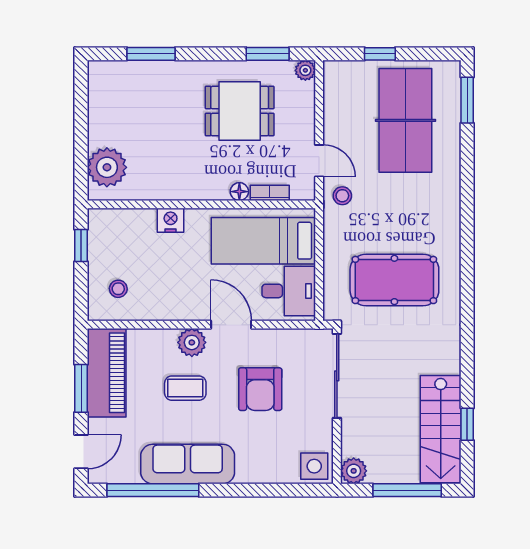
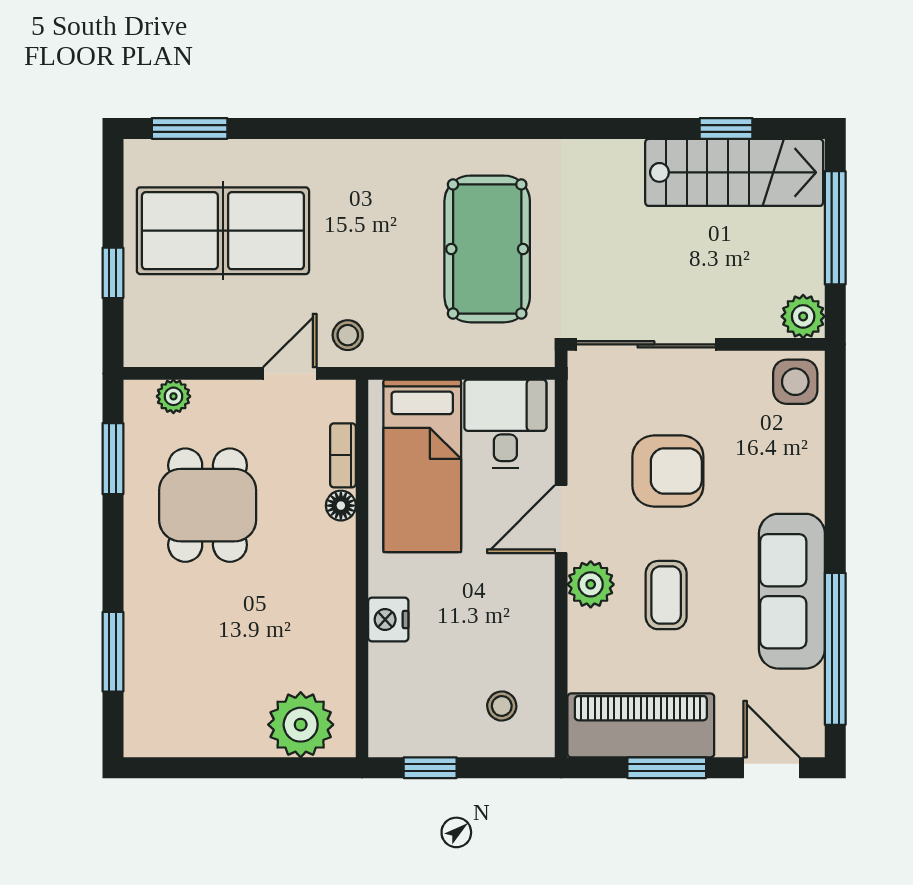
plant: (305, 70) -> (173, 396), moved

